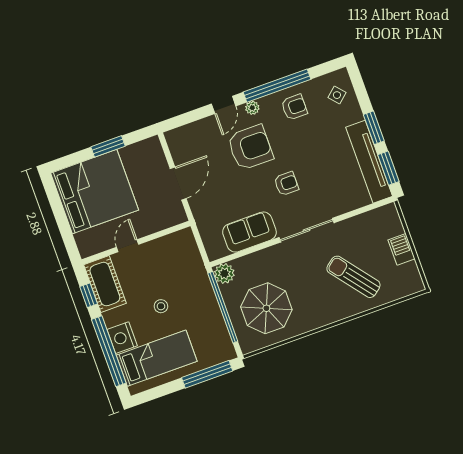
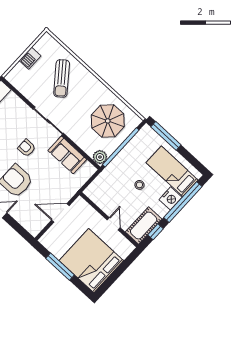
window: (108, 146) -> (60, 267), width x1.44
door: (128, 246) -> (114, 224), swing flipped

